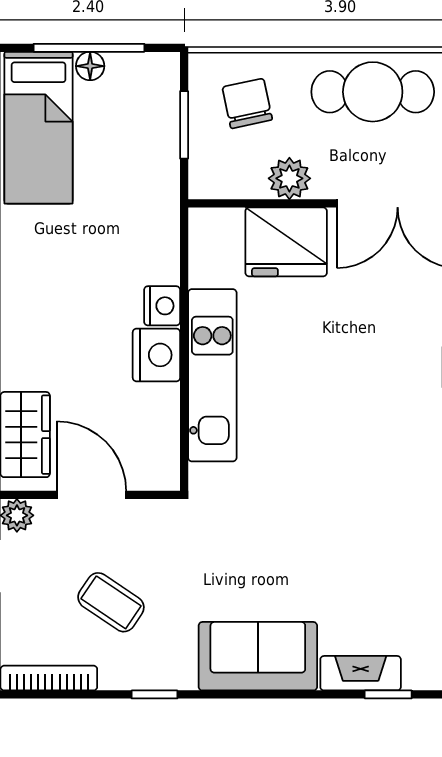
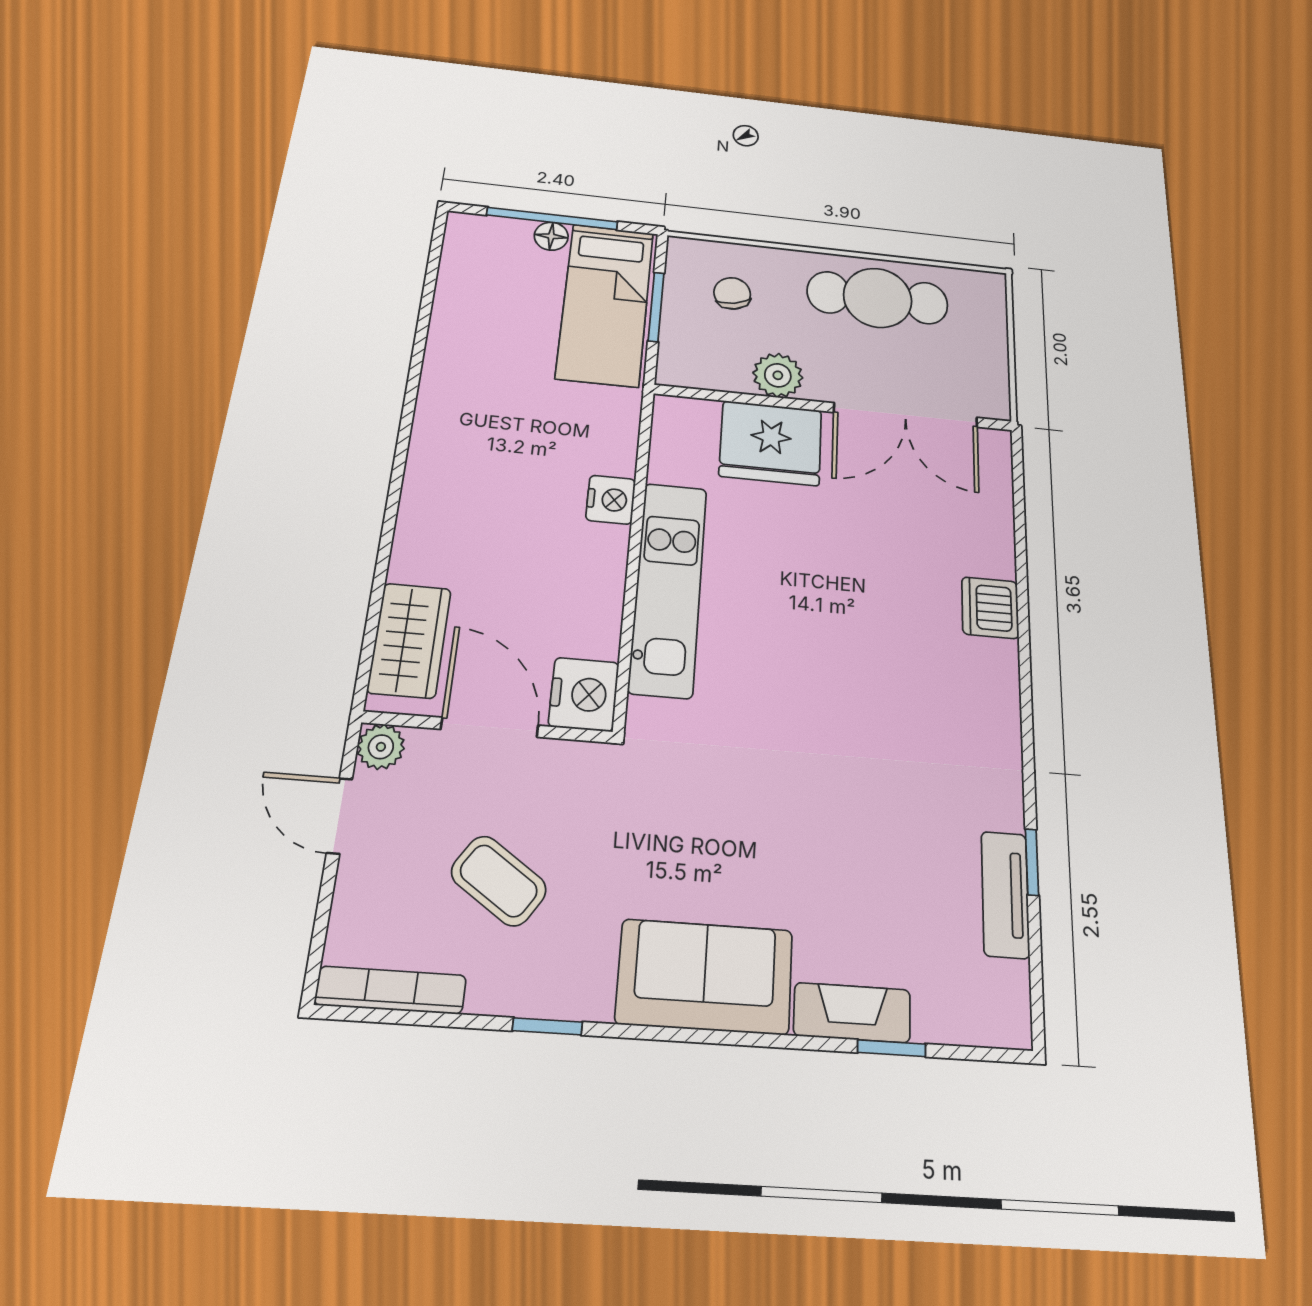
chair: (247, 103) -> (732, 293), width x0.73, depth x0.73
bed: (39, 128) -> (605, 304), moved
nightstand: (156, 355) -> (584, 694), moved

